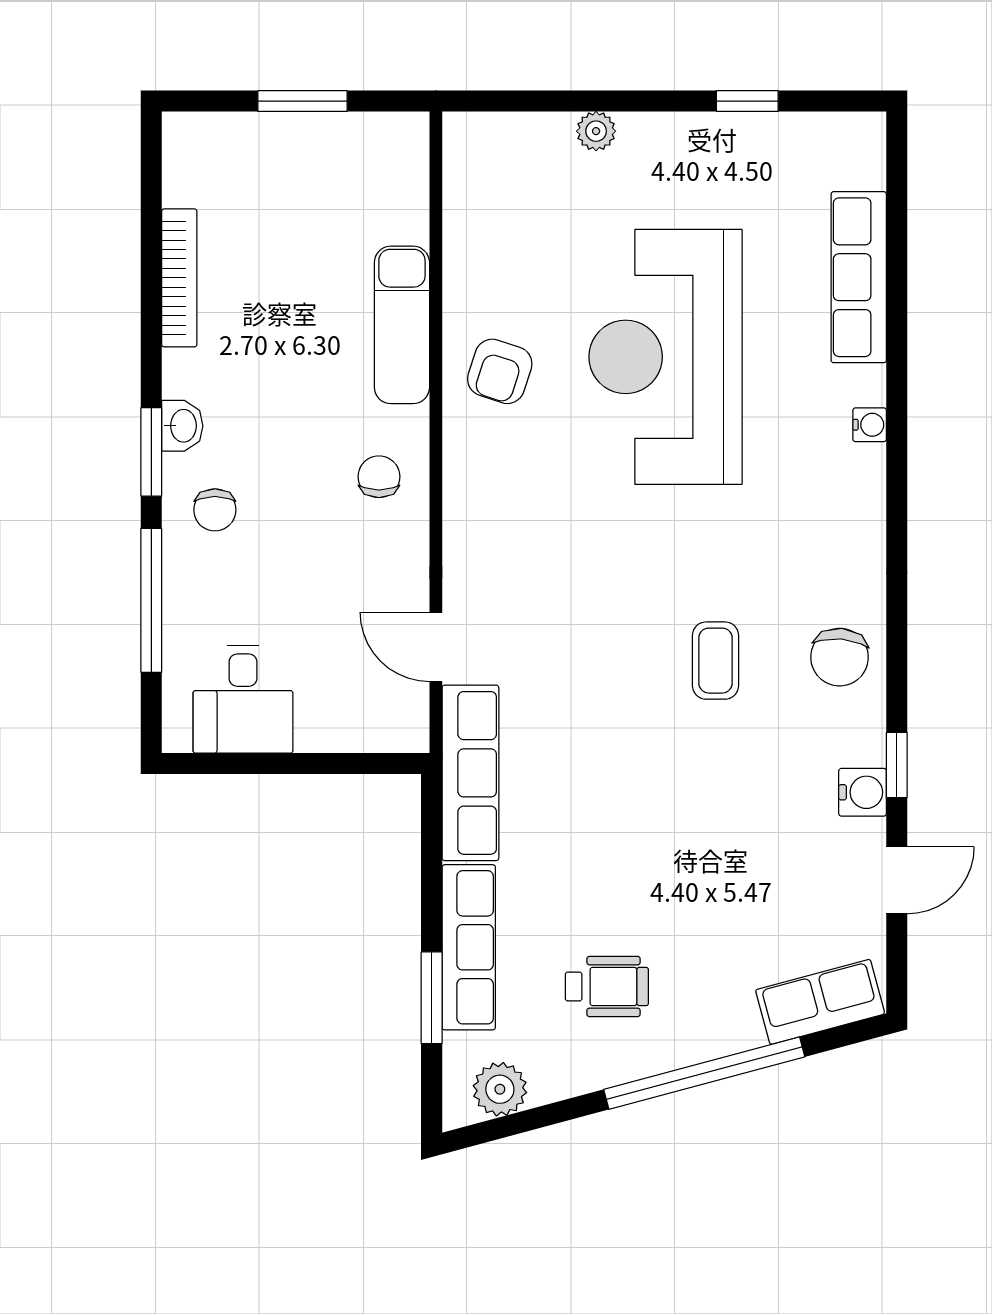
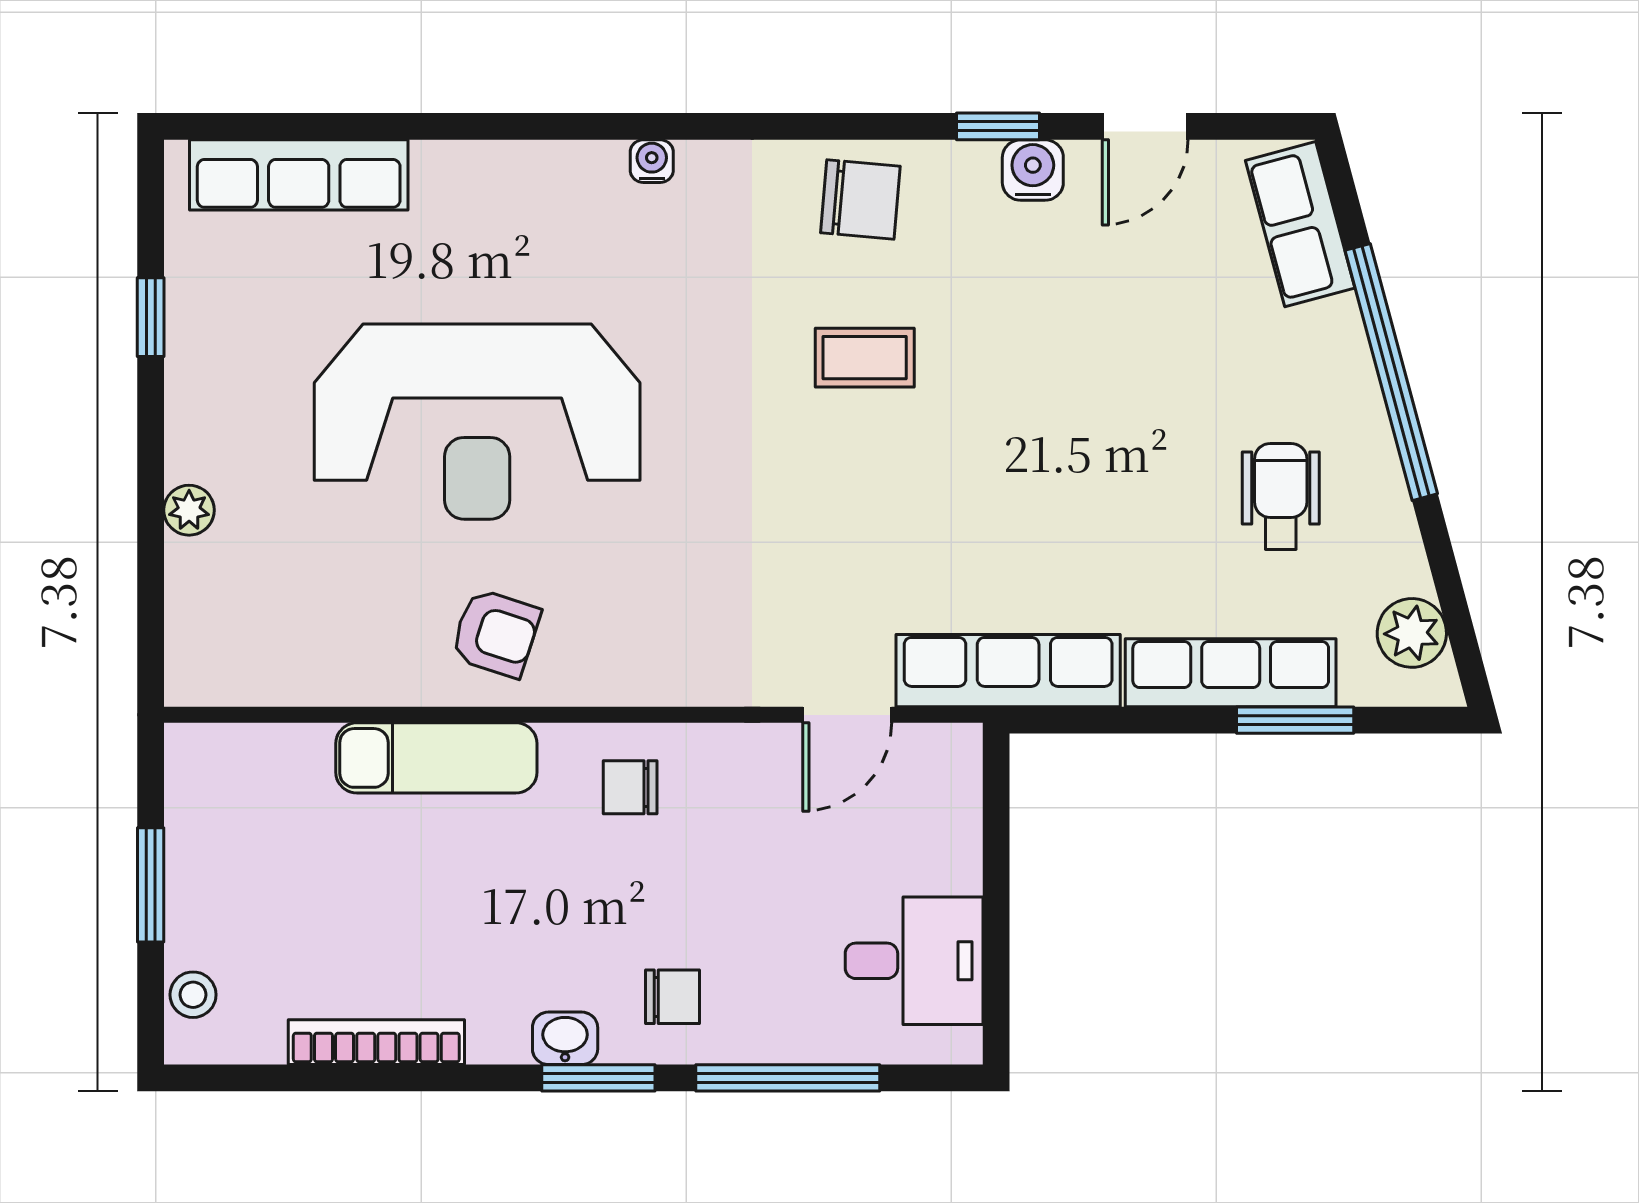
stool: (216, 134) -> (193, 995), added
row of seats: (859, 277) -> (299, 175), moved
water cooler: (870, 425) -> (652, 161), moved
door: (897, 880) -> (1145, 126), swing flipped

